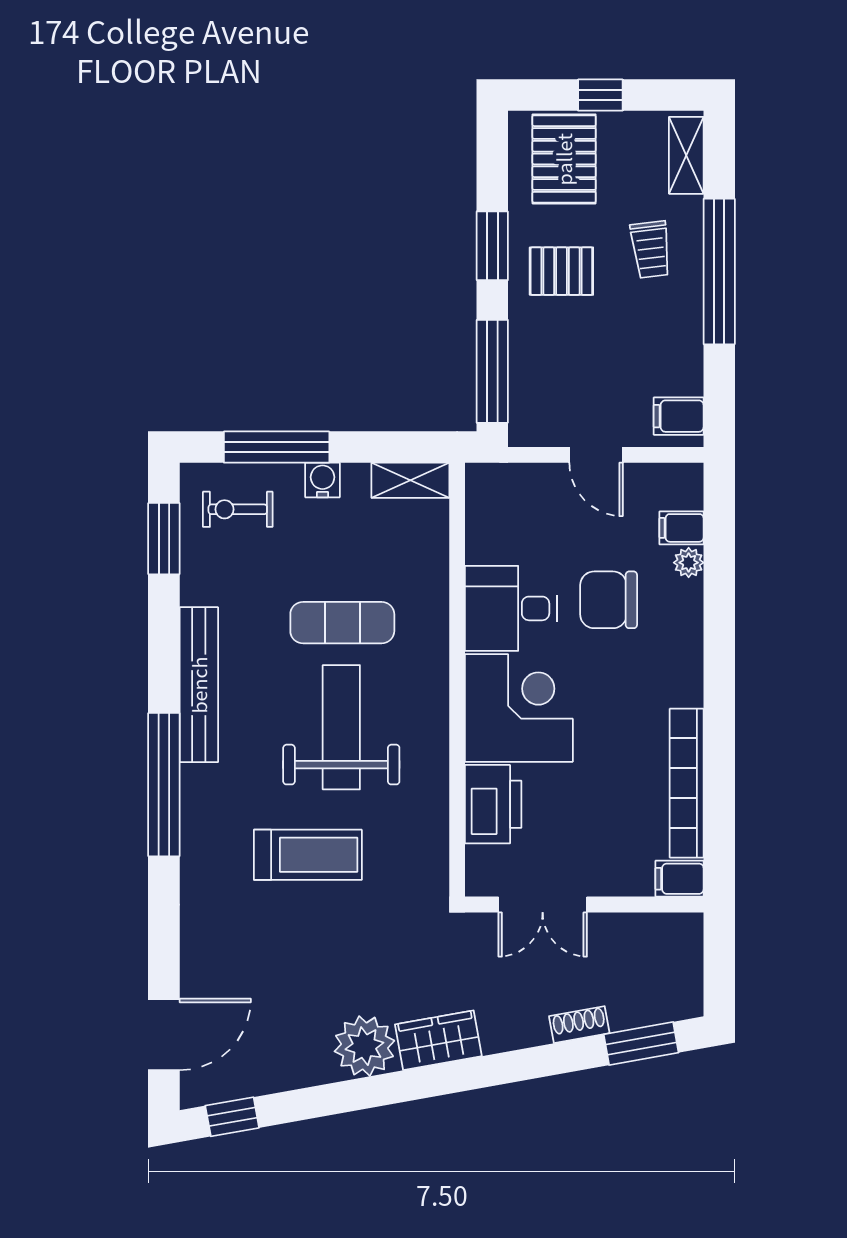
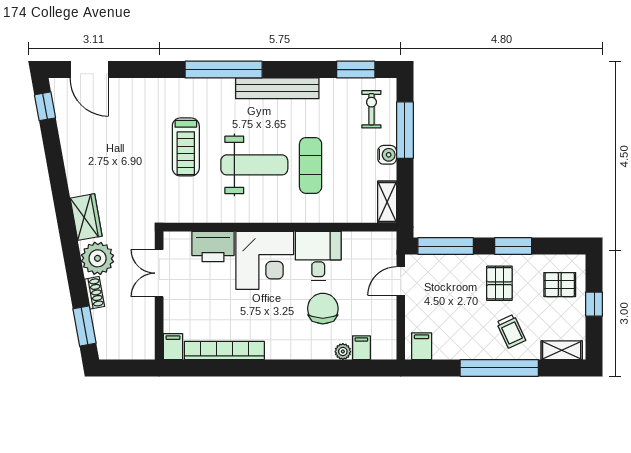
pallet: (564, 159) -> (560, 285), width x0.67, depth x0.71
trolley: (651, 249) -> (511, 331), turned -108
door: (596, 455) -> (401, 281), moved
plant: (364, 1046) -> (98, 258), moved

